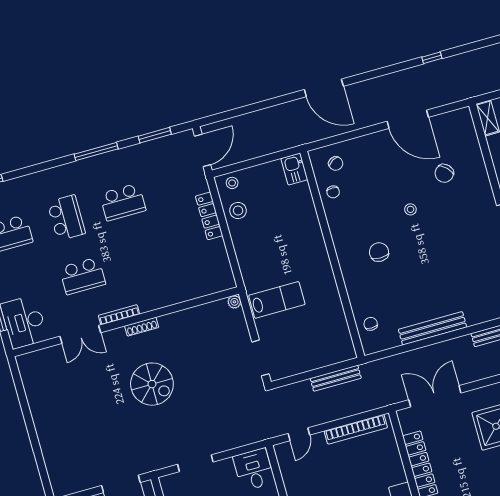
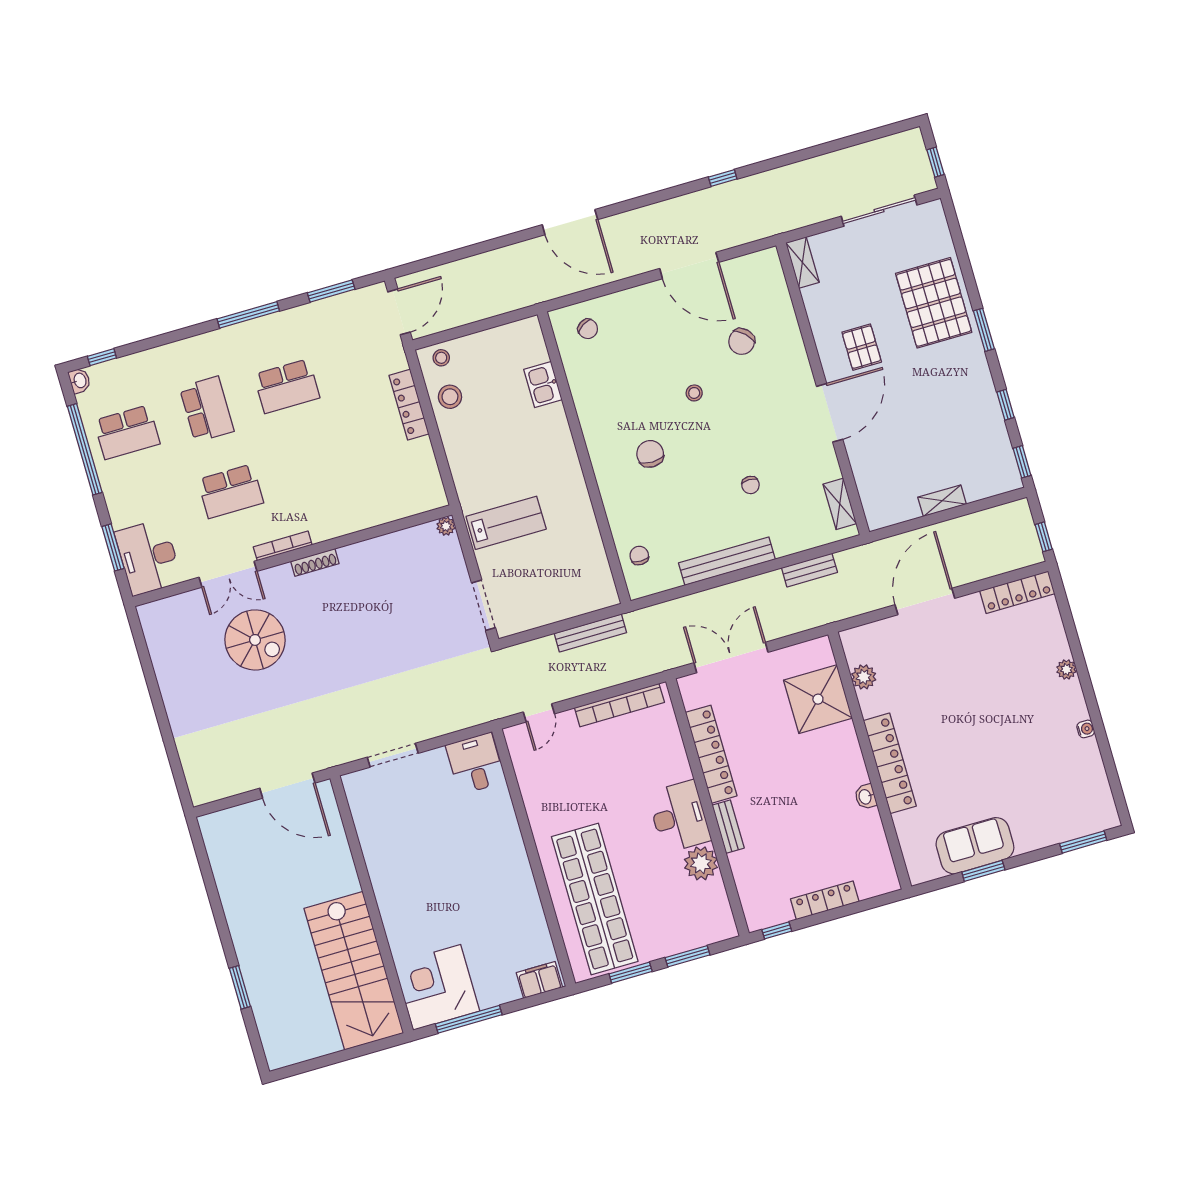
kitchen sink: (294, 169) -> (543, 385), moved
chair: (333, 192) -> (751, 485), moved
spiral stairs: (152, 384) -> (255, 640), moved

